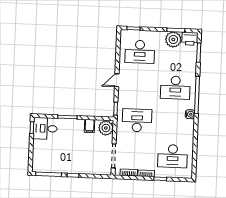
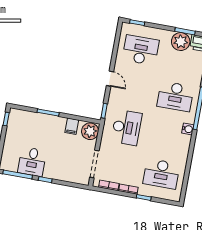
desk: (140, 52) -> (141, 50), turned 180
door: (117, 80) -> (110, 79), swing flipped
desk: (137, 120) -> (127, 127), turned 90
desk: (45, 128) -> (32, 162), moved, turned -90

